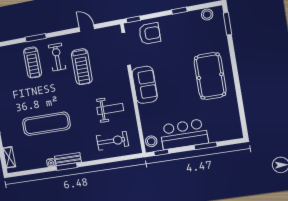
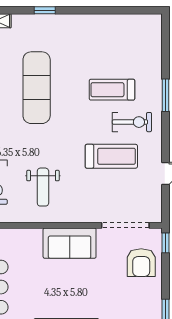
treadmill: (33, 63) -> (112, 90), moved
treadmill: (82, 67) -> (111, 156), turned 180

